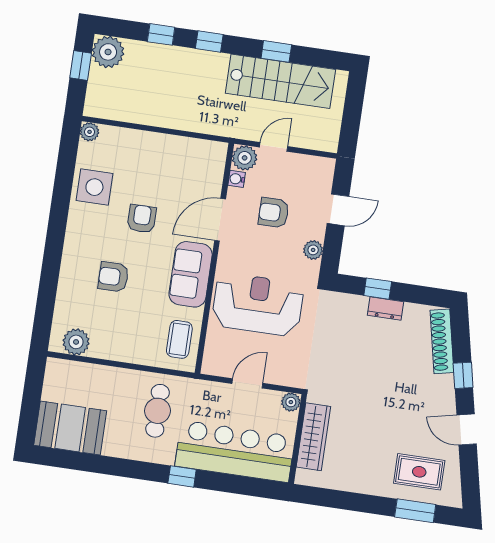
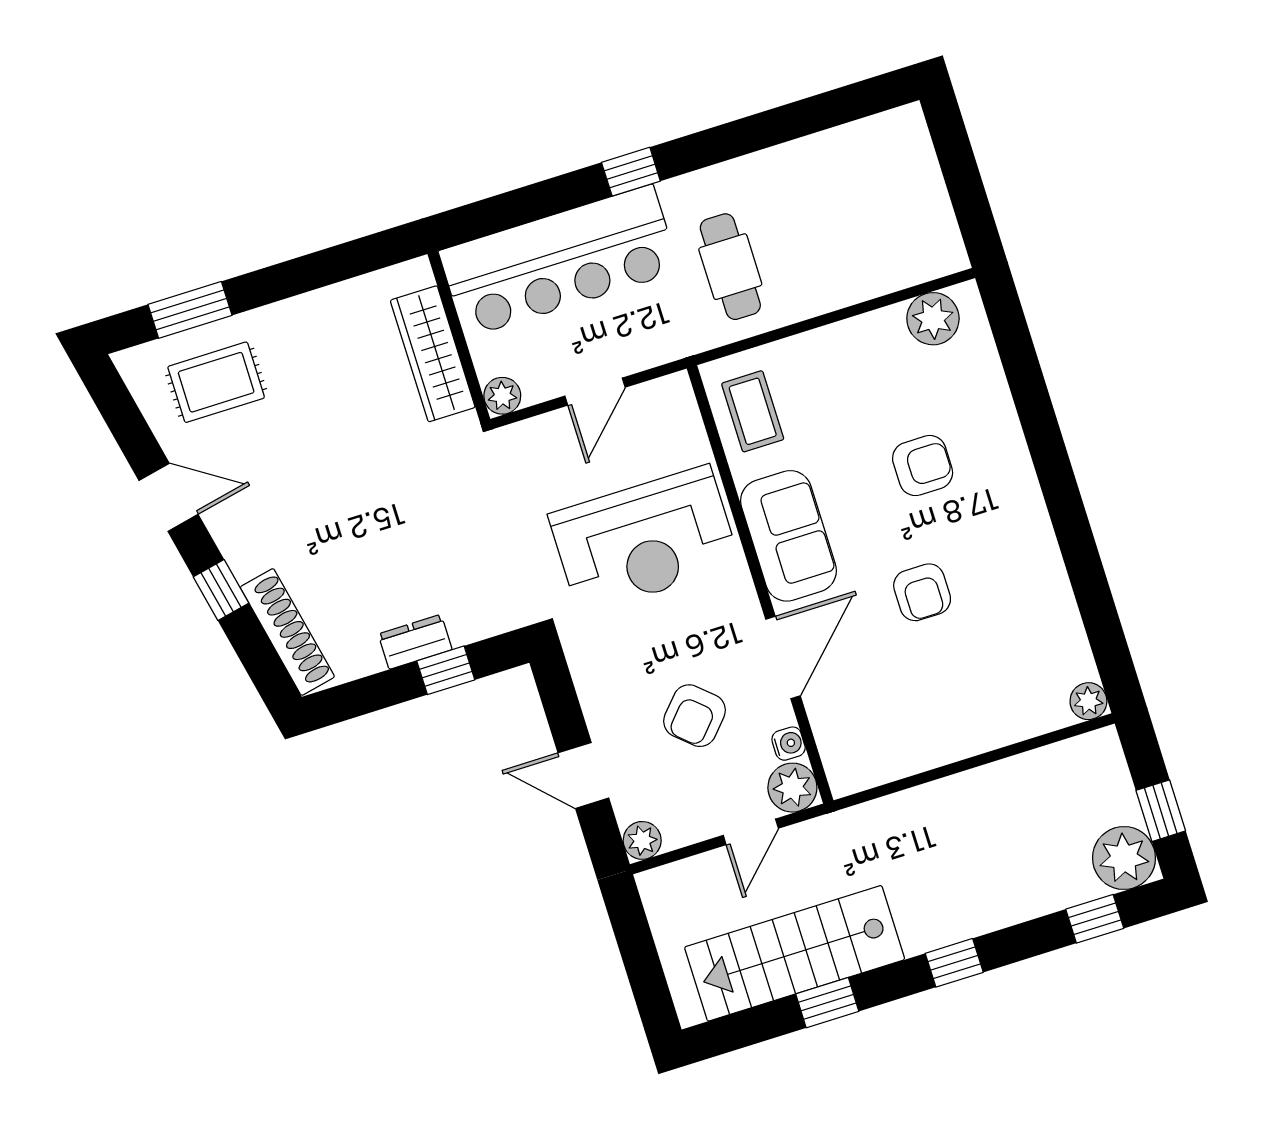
window: (161, 34) -> (1095, 919), moved
side table: (94, 187) -> (1033, 608), removed
door: (338, 210) -> (583, 775), hinge flipped
armchair: (274, 213) -> (695, 716), turned 132
plant: (313, 250) -> (642, 840), moved
booth: (70, 428) -> (870, 162), removed

